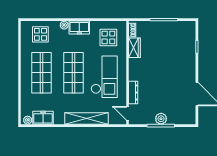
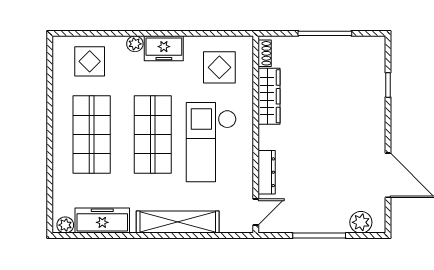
wardrobe: (134, 48) -> (269, 96), width x1.50
checkout: (104, 77) -> (211, 142), turned 180
door: (128, 113) -> (256, 212), swing flipped
freezer: (43, 118) -> (102, 221), width x1.40
plant: (161, 119) -> (361, 222), moved

